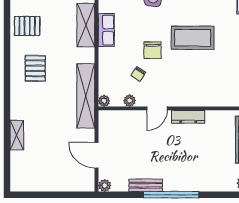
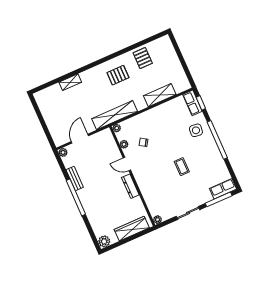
row of seats: (106, 30) -> (162, 110), removed
coffee table: (193, 38) -> (182, 167), width x0.54, depth x0.58
chair: (153, 50) -> (163, 145), removed

